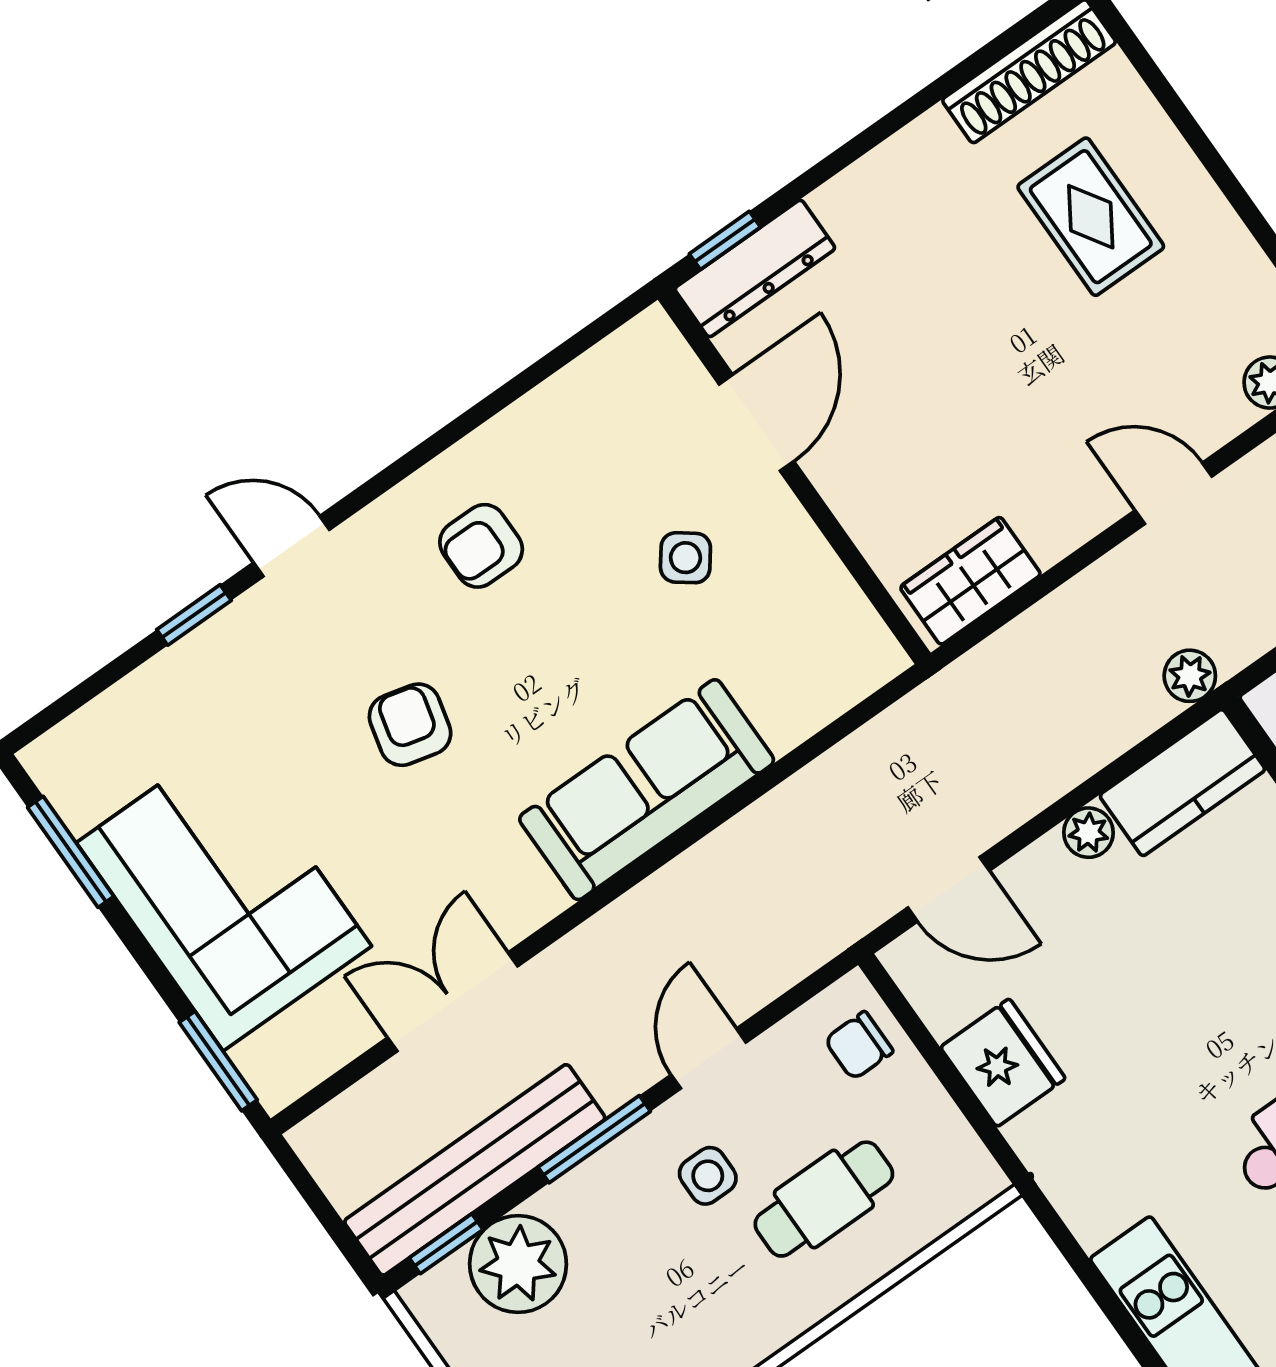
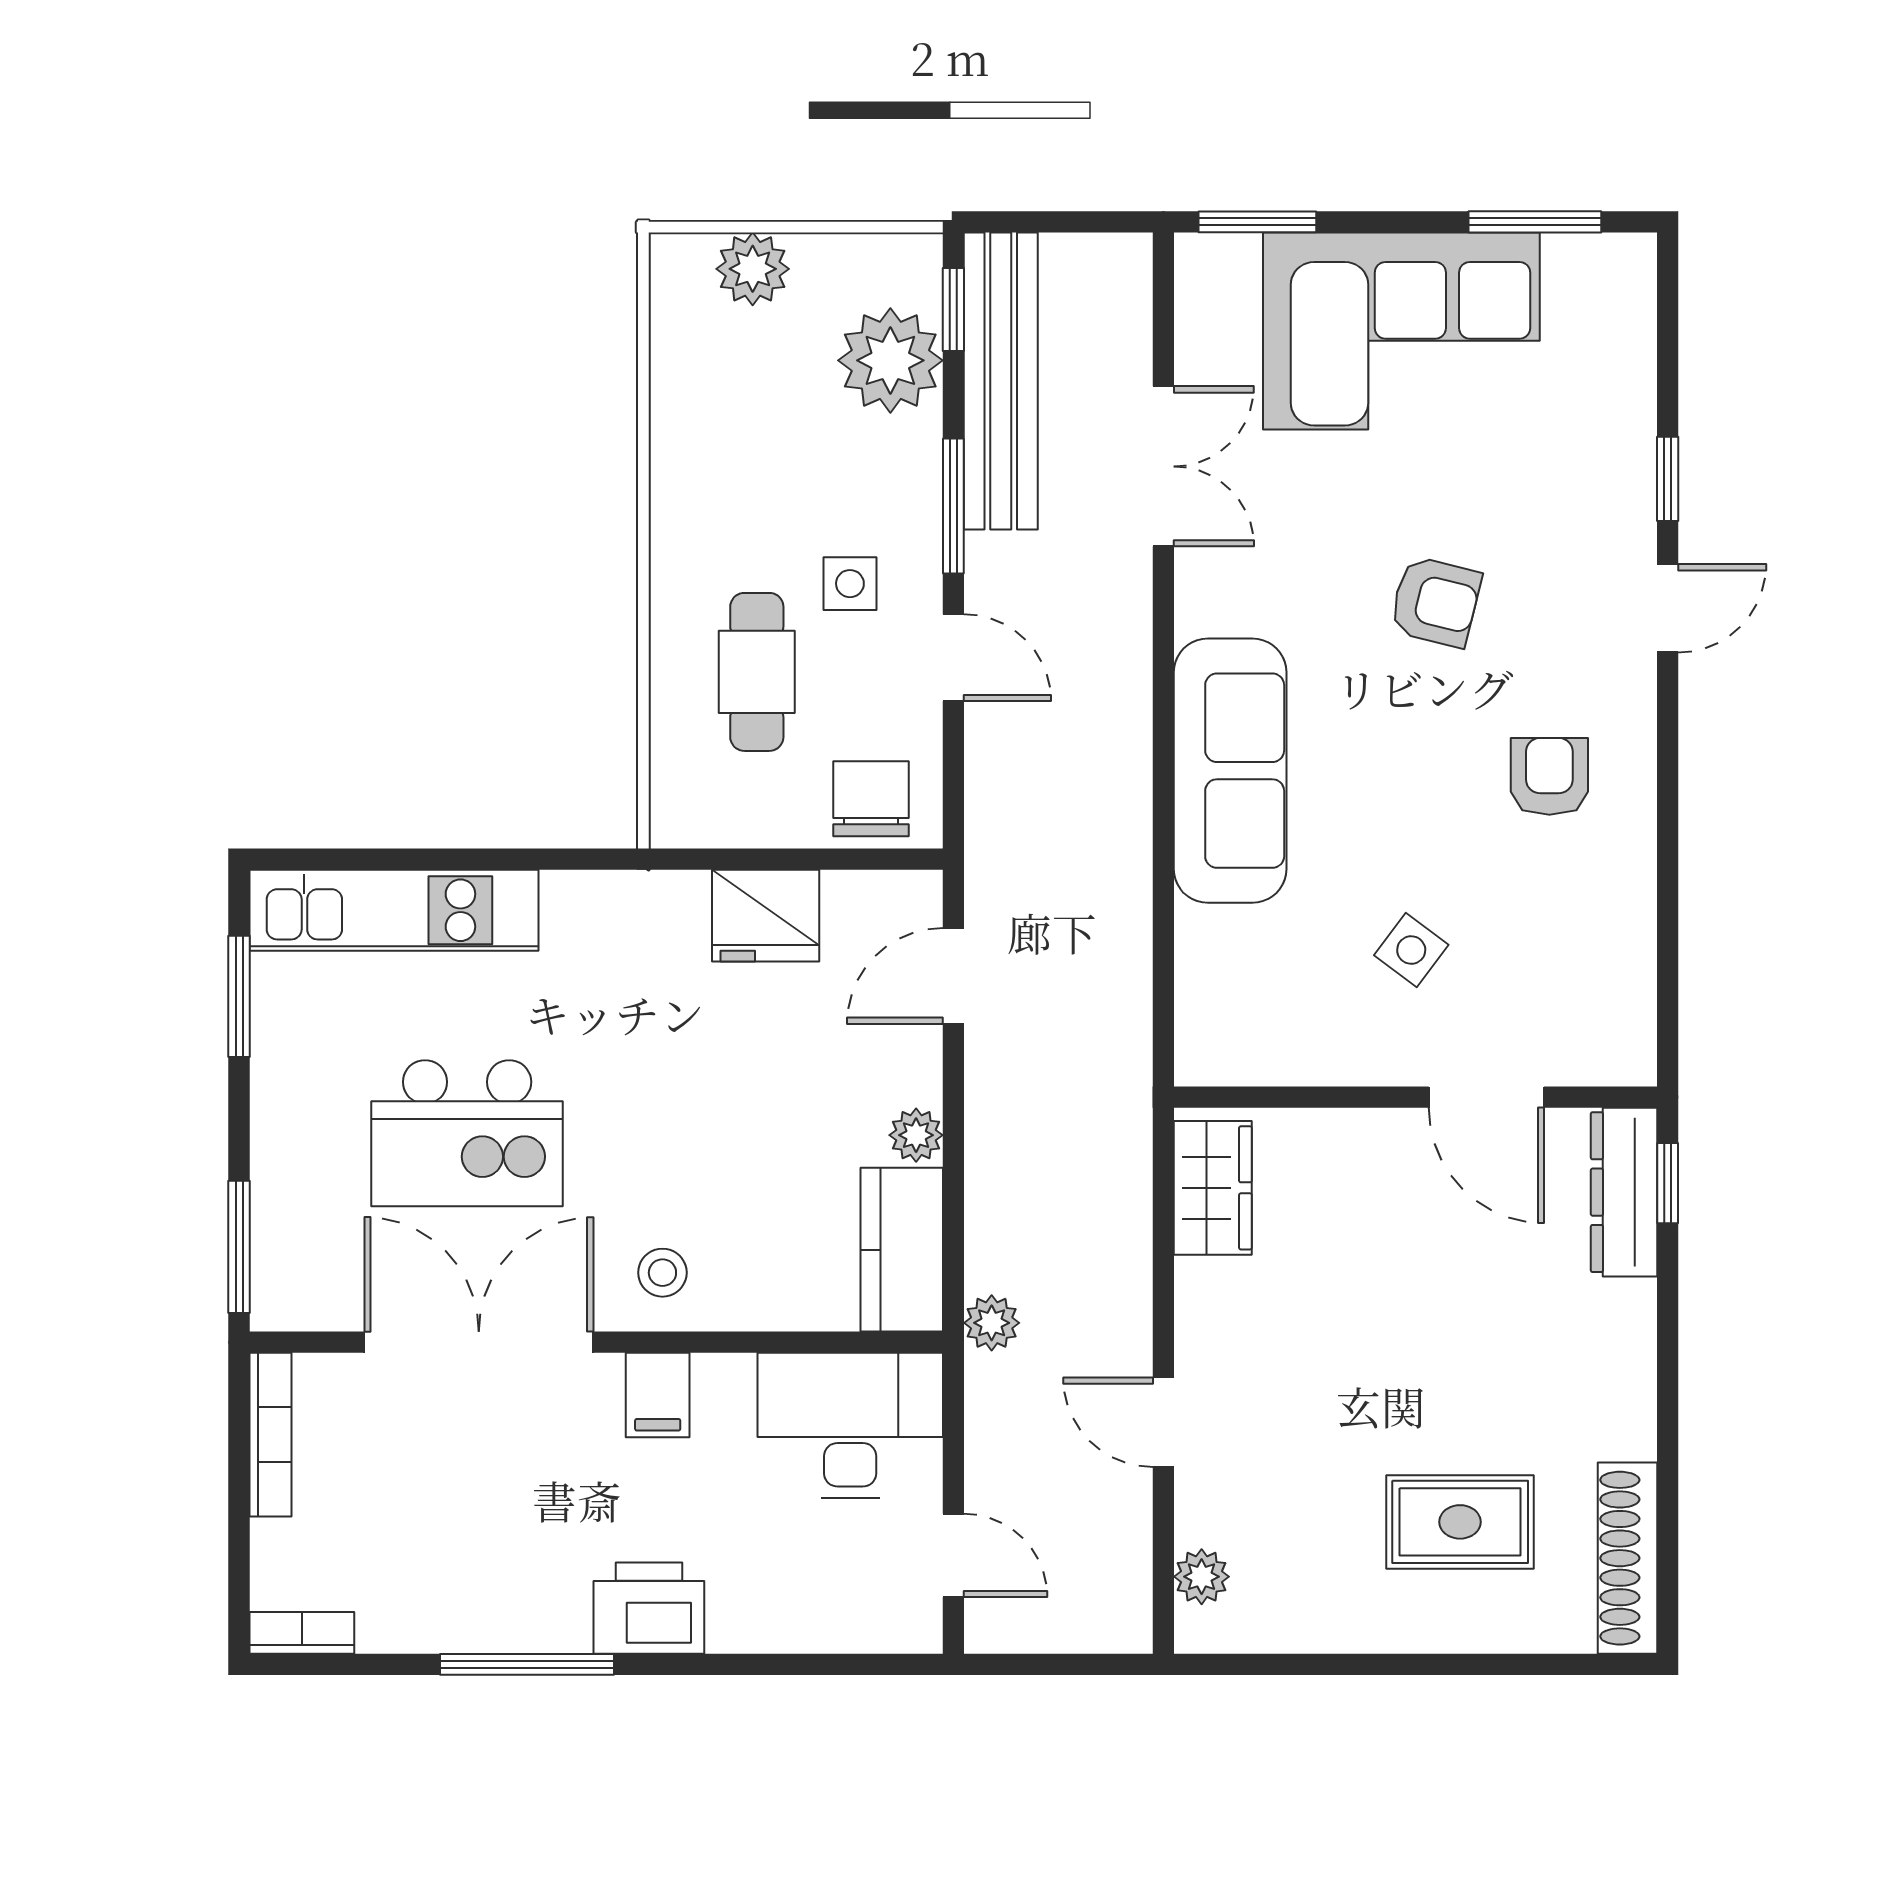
door: (1173, 493) -> (1163, 1422), swing flipped
chair: (859, 1046) -> (871, 799), width x1.37, depth x1.37

